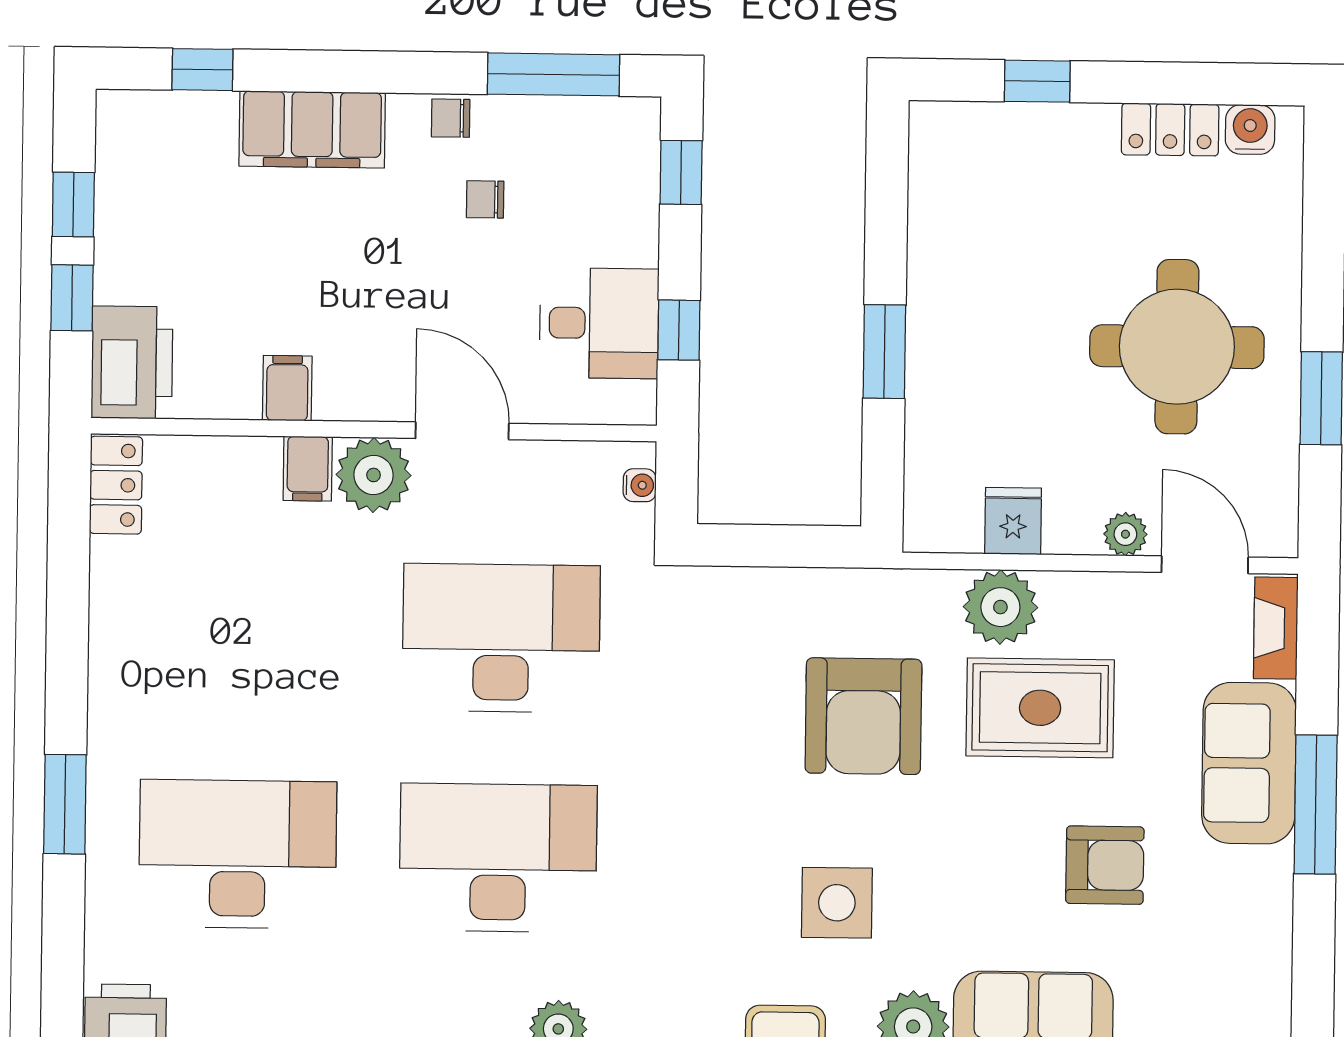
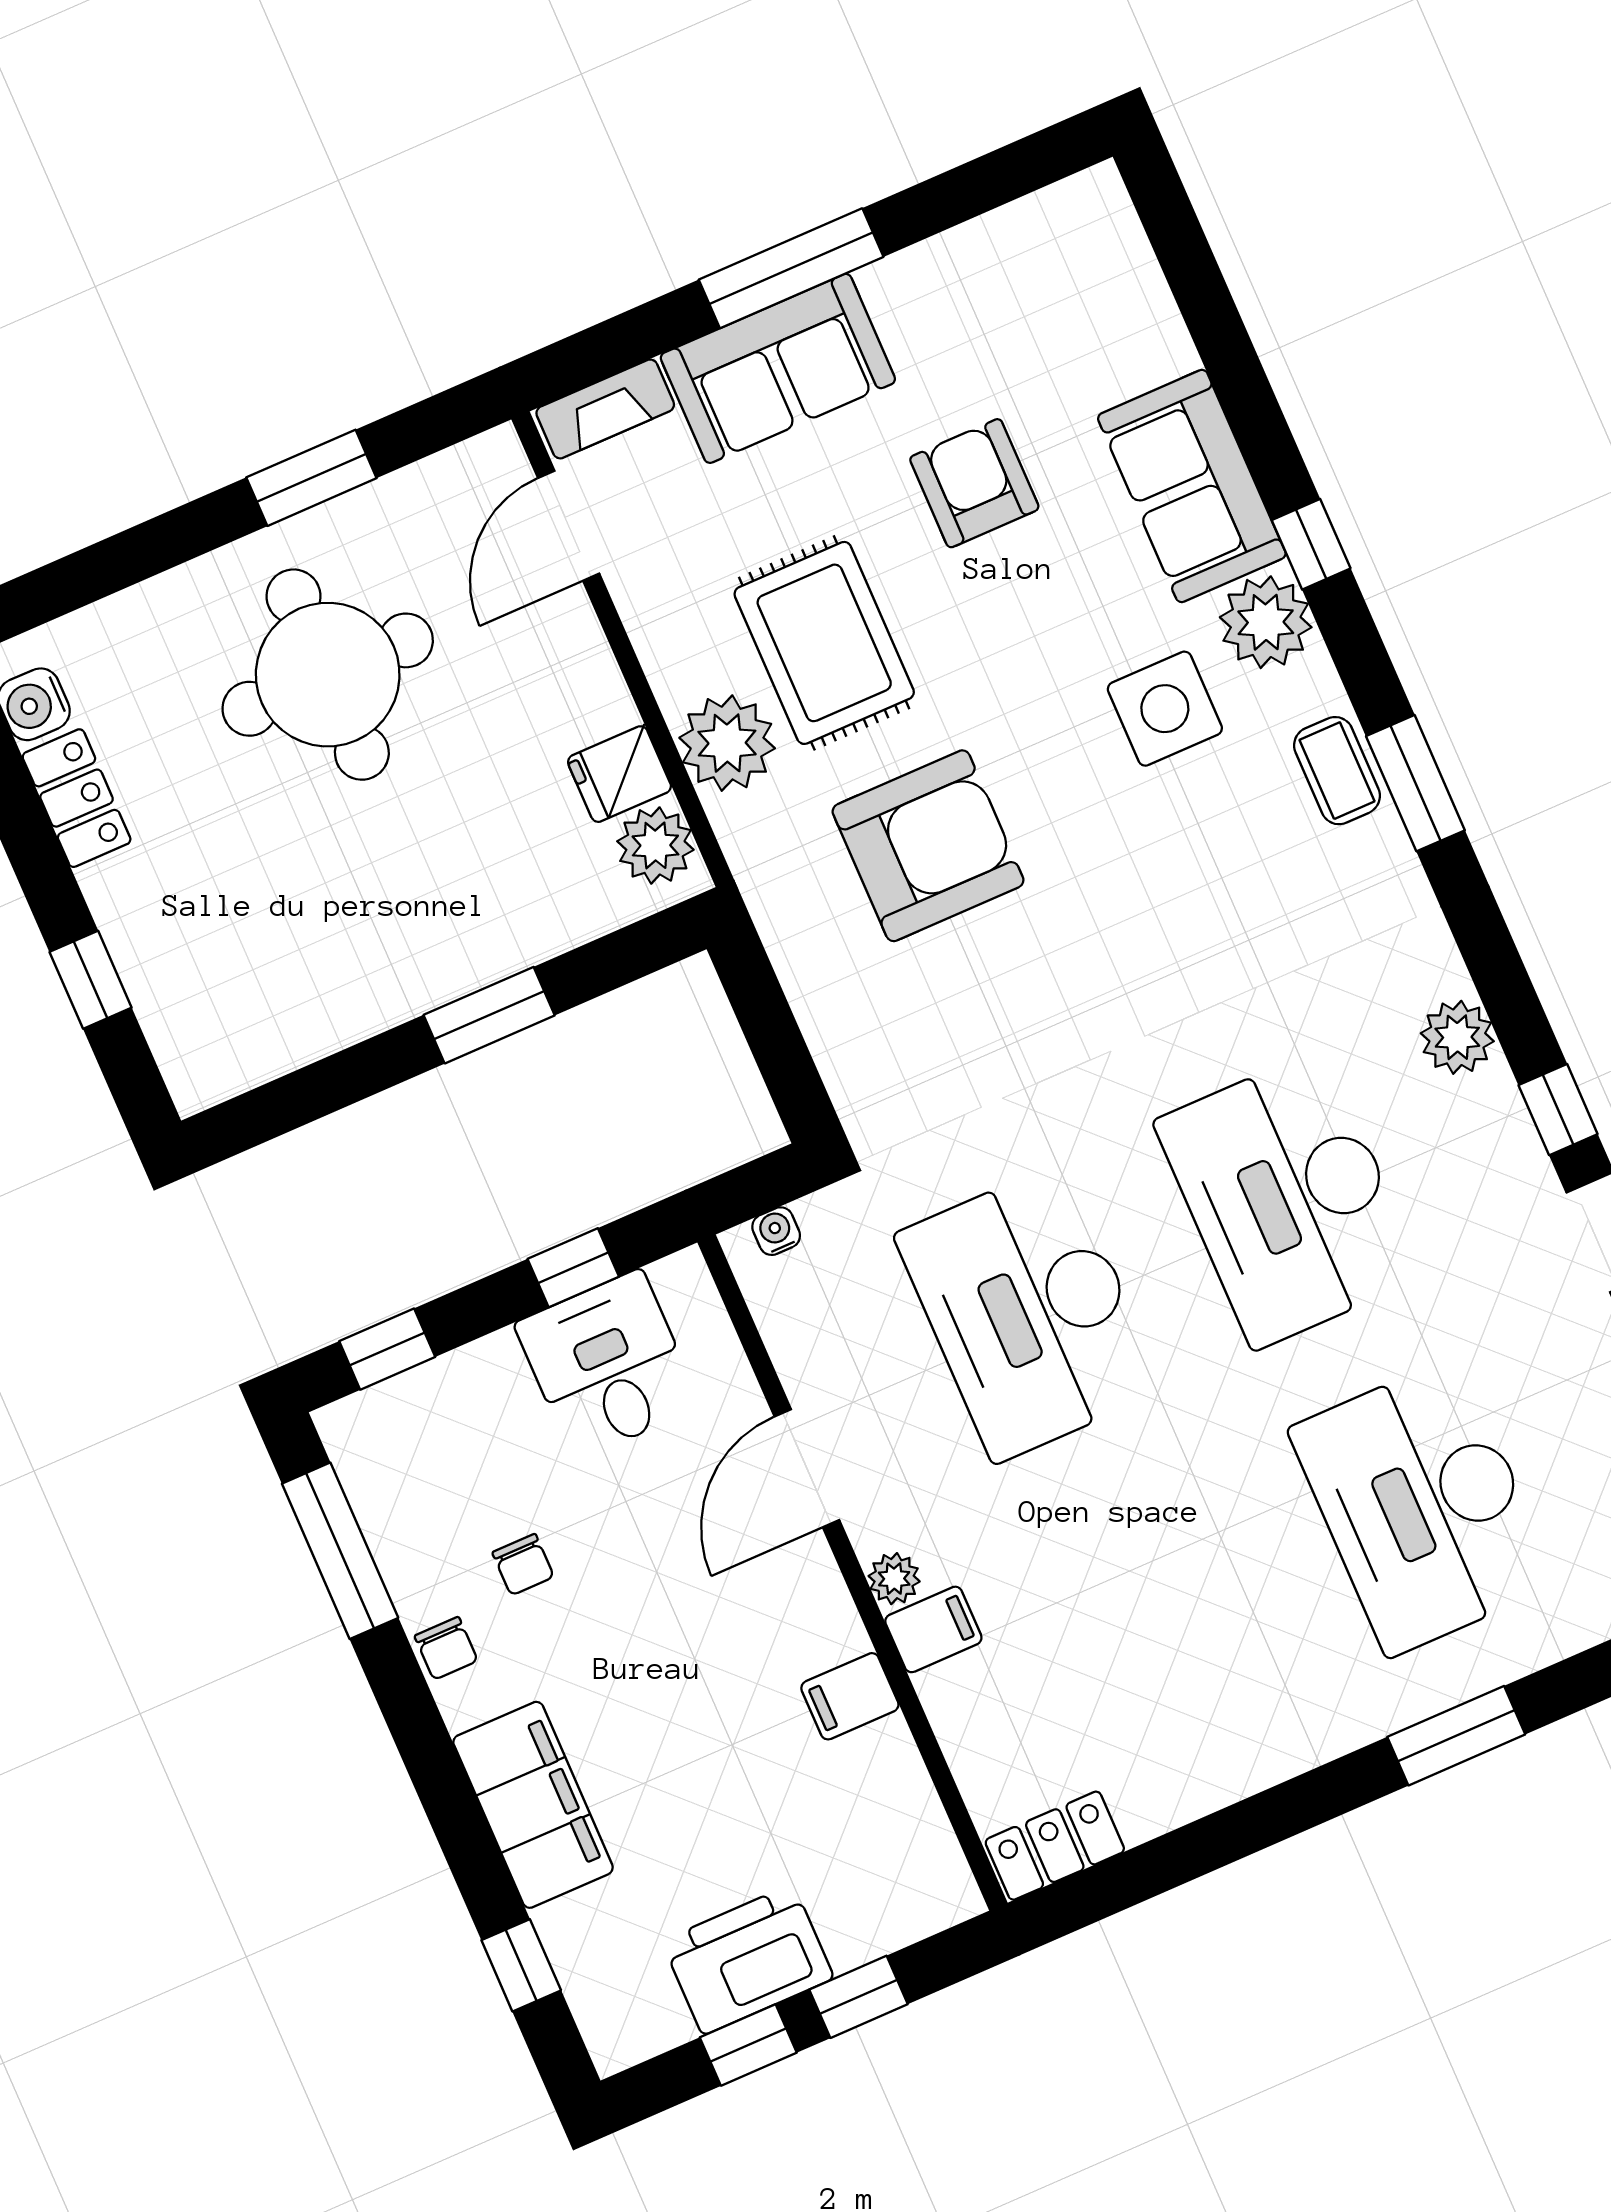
printer: (132, 362) -> (748, 1960), moved
plant: (374, 475) -> (894, 1579), width x0.53, depth x0.53
plant: (1125, 534) -> (655, 845), moved, width x1.38, depth x1.38
side table: (837, 903) -> (1165, 709), moved

